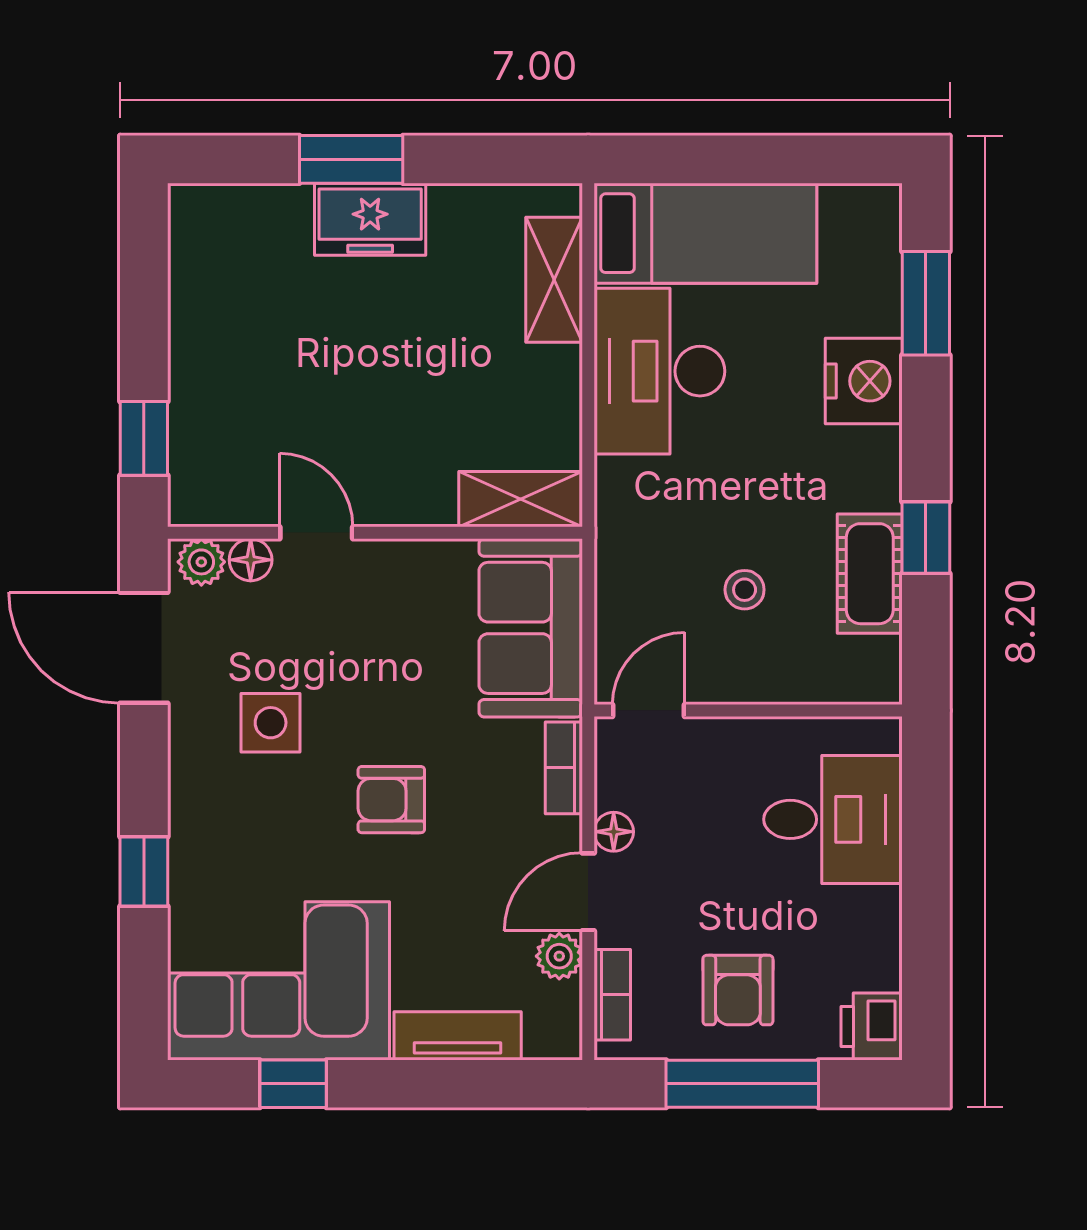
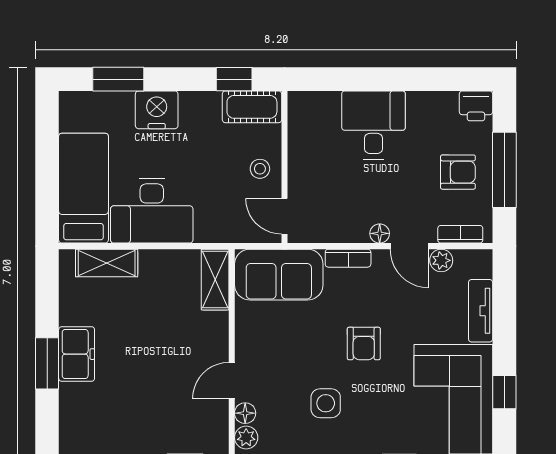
door: (649, 710) -> (284, 216), moved
wall: (748, 710) -> (284, 167), moved

